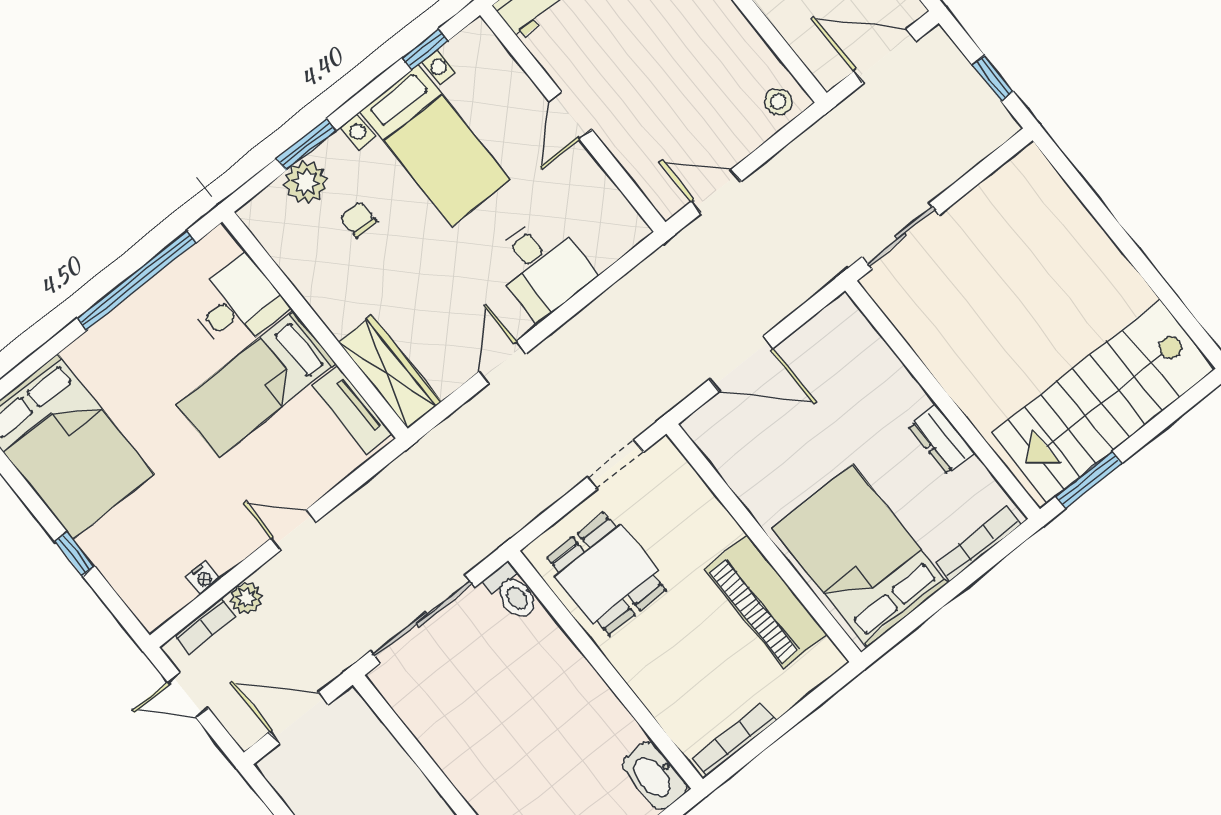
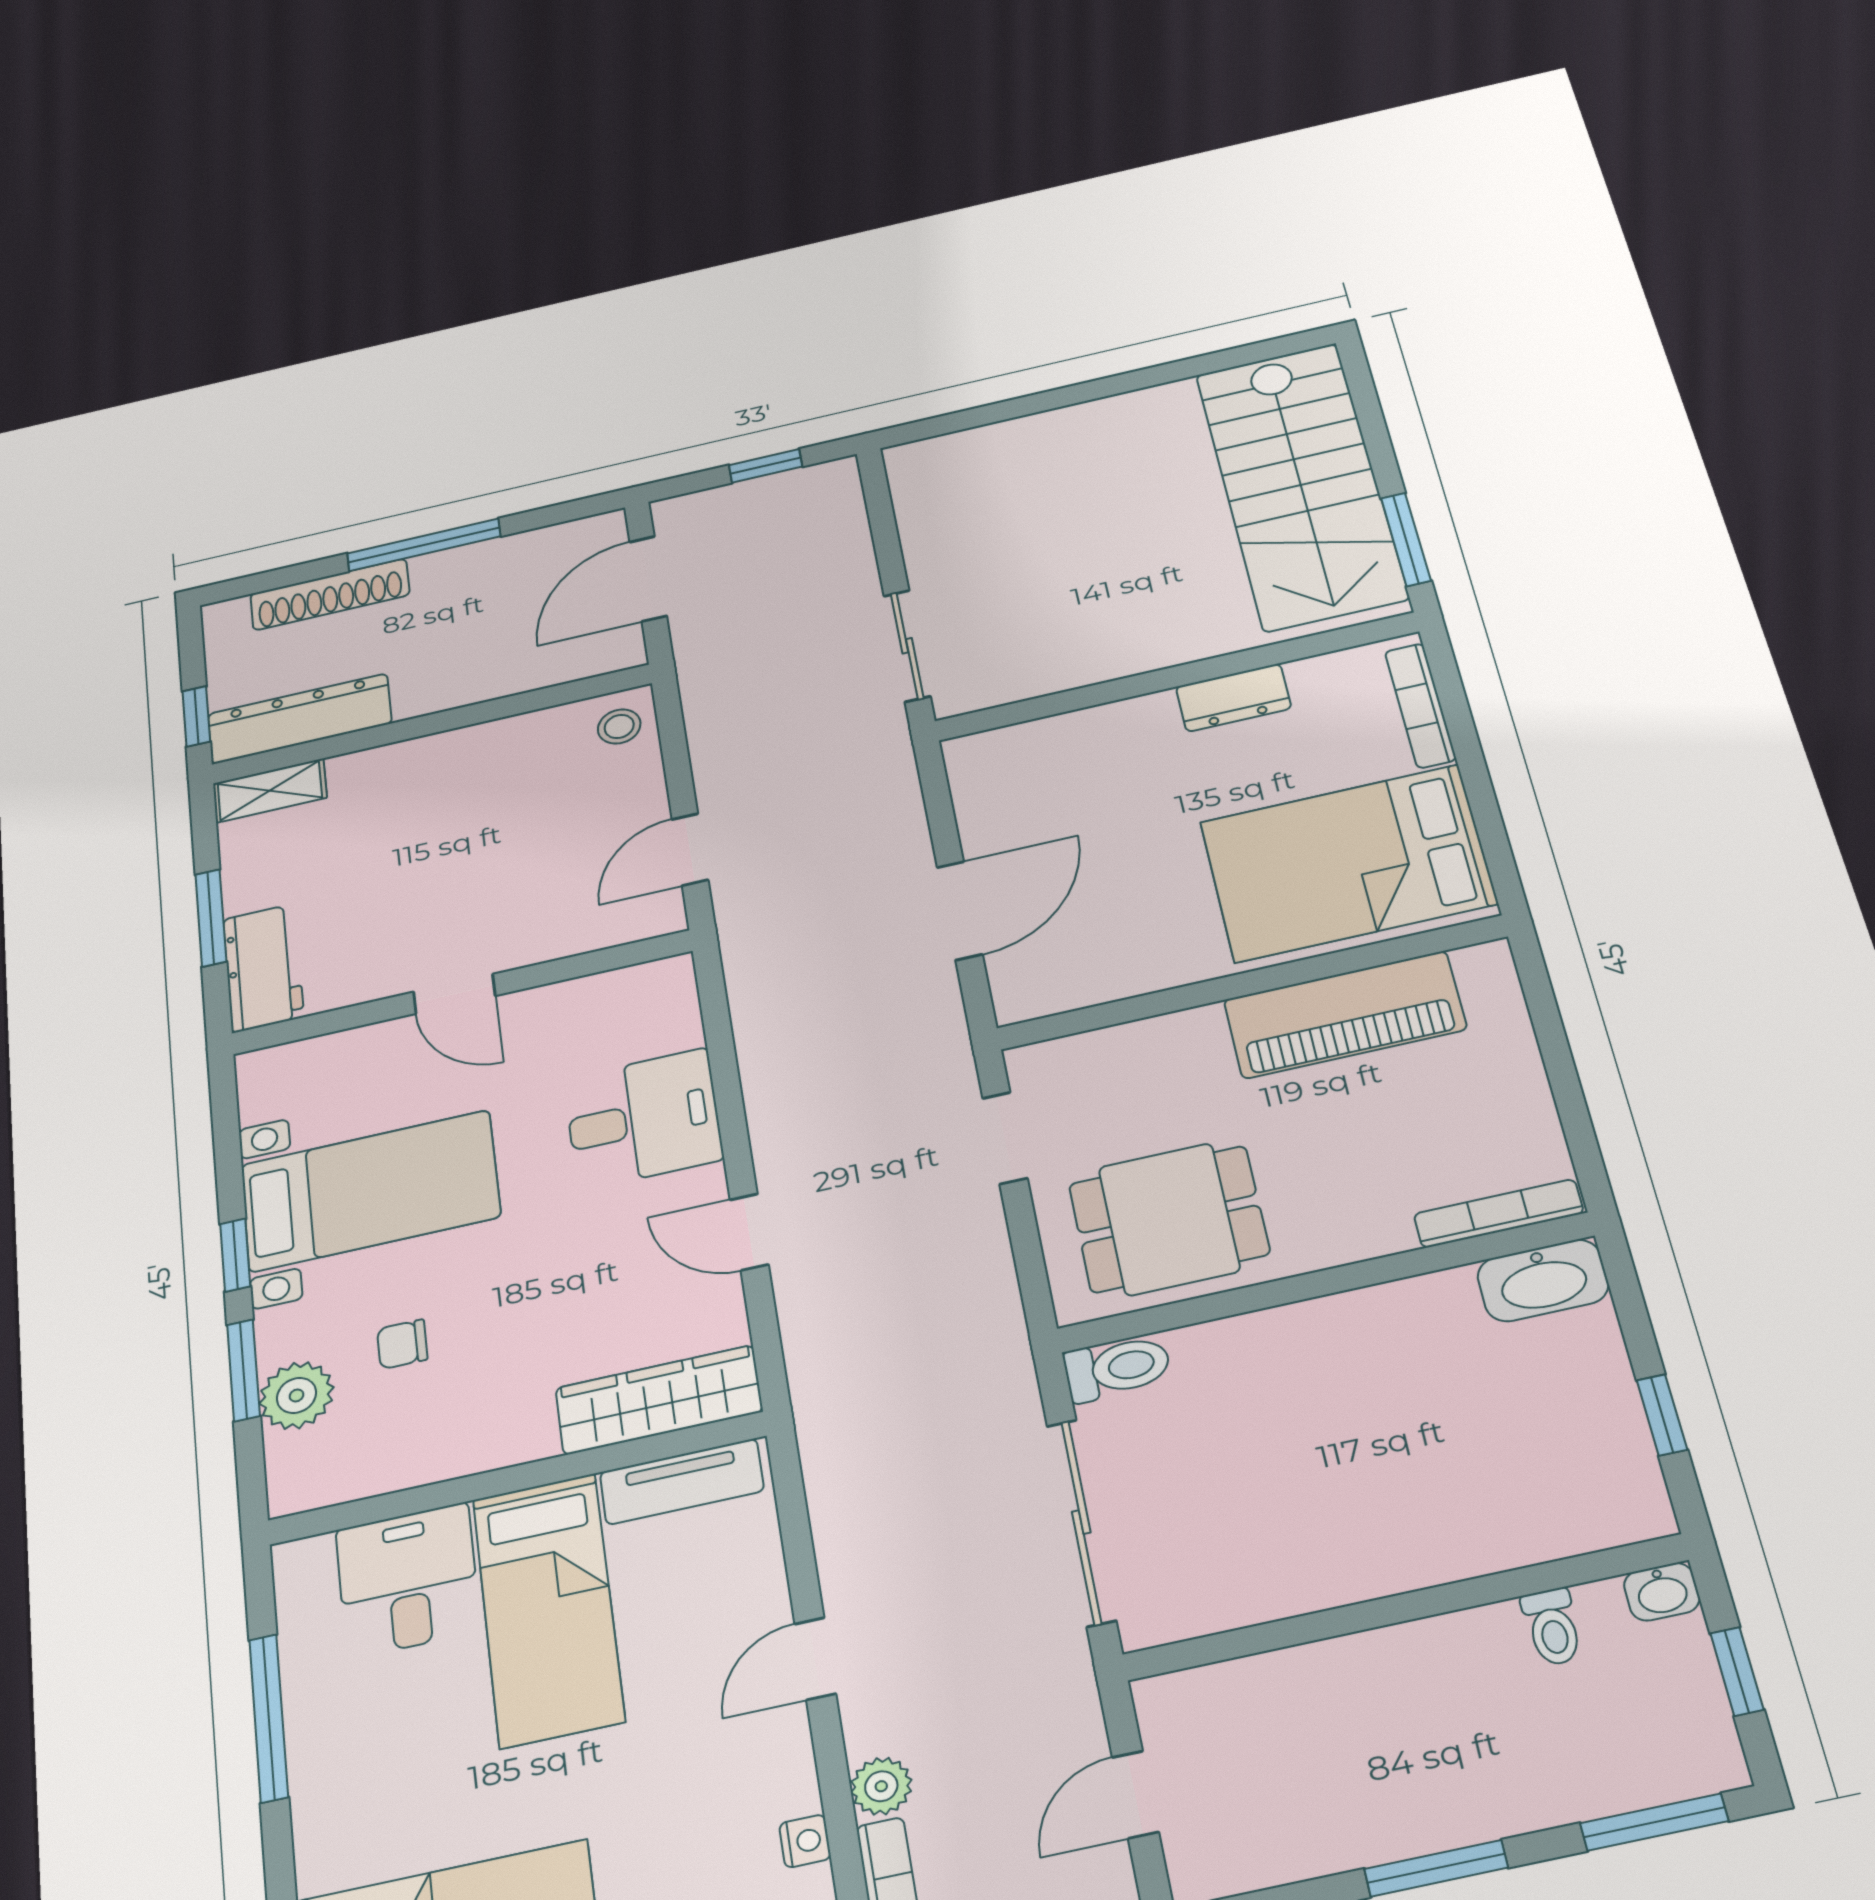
window: (425, 49) -> (235, 1255), moved
window: (137, 280) -> (269, 1718), width x0.68
door: (299, 718) -> (1135, 1795), width x0.73
bookcase: (734, 740) -> (1499, 1213), moved, turned 90

